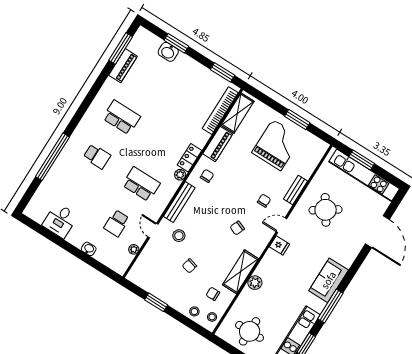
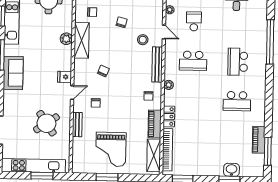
school desk: (97, 156) -> (238, 62), width x1.85
locker: (190, 158) -> (169, 116), moved

